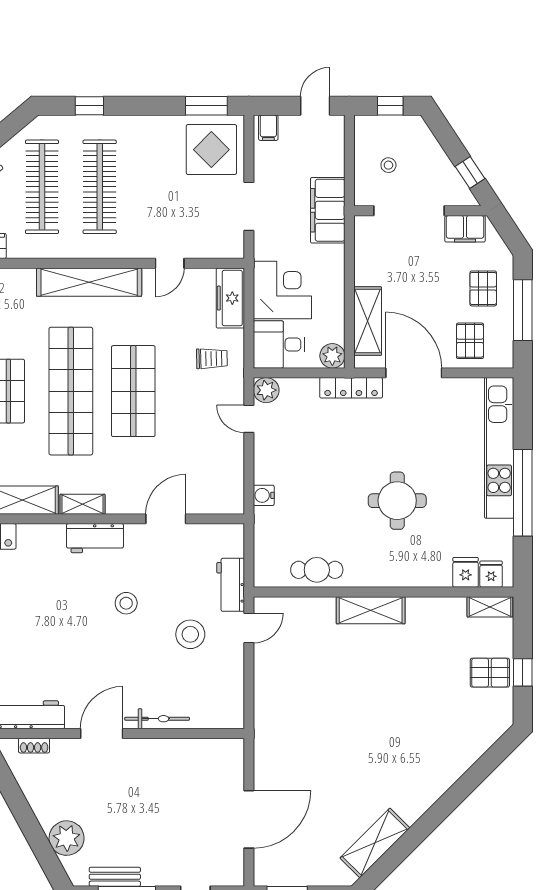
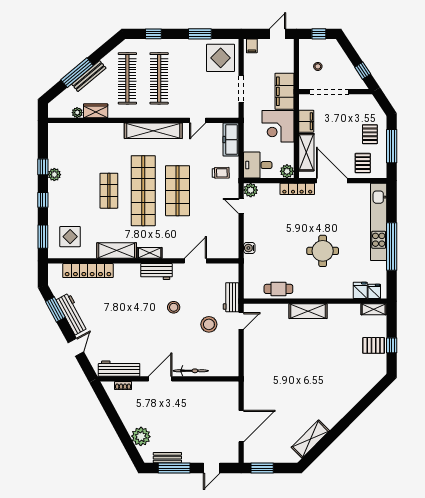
window: (206, 106) -> (200, 34), moved
filing cabinet: (465, 229) -> (306, 121), moved, turned -90
corner desk: (282, 290) -> (278, 126), moved, turned 180

